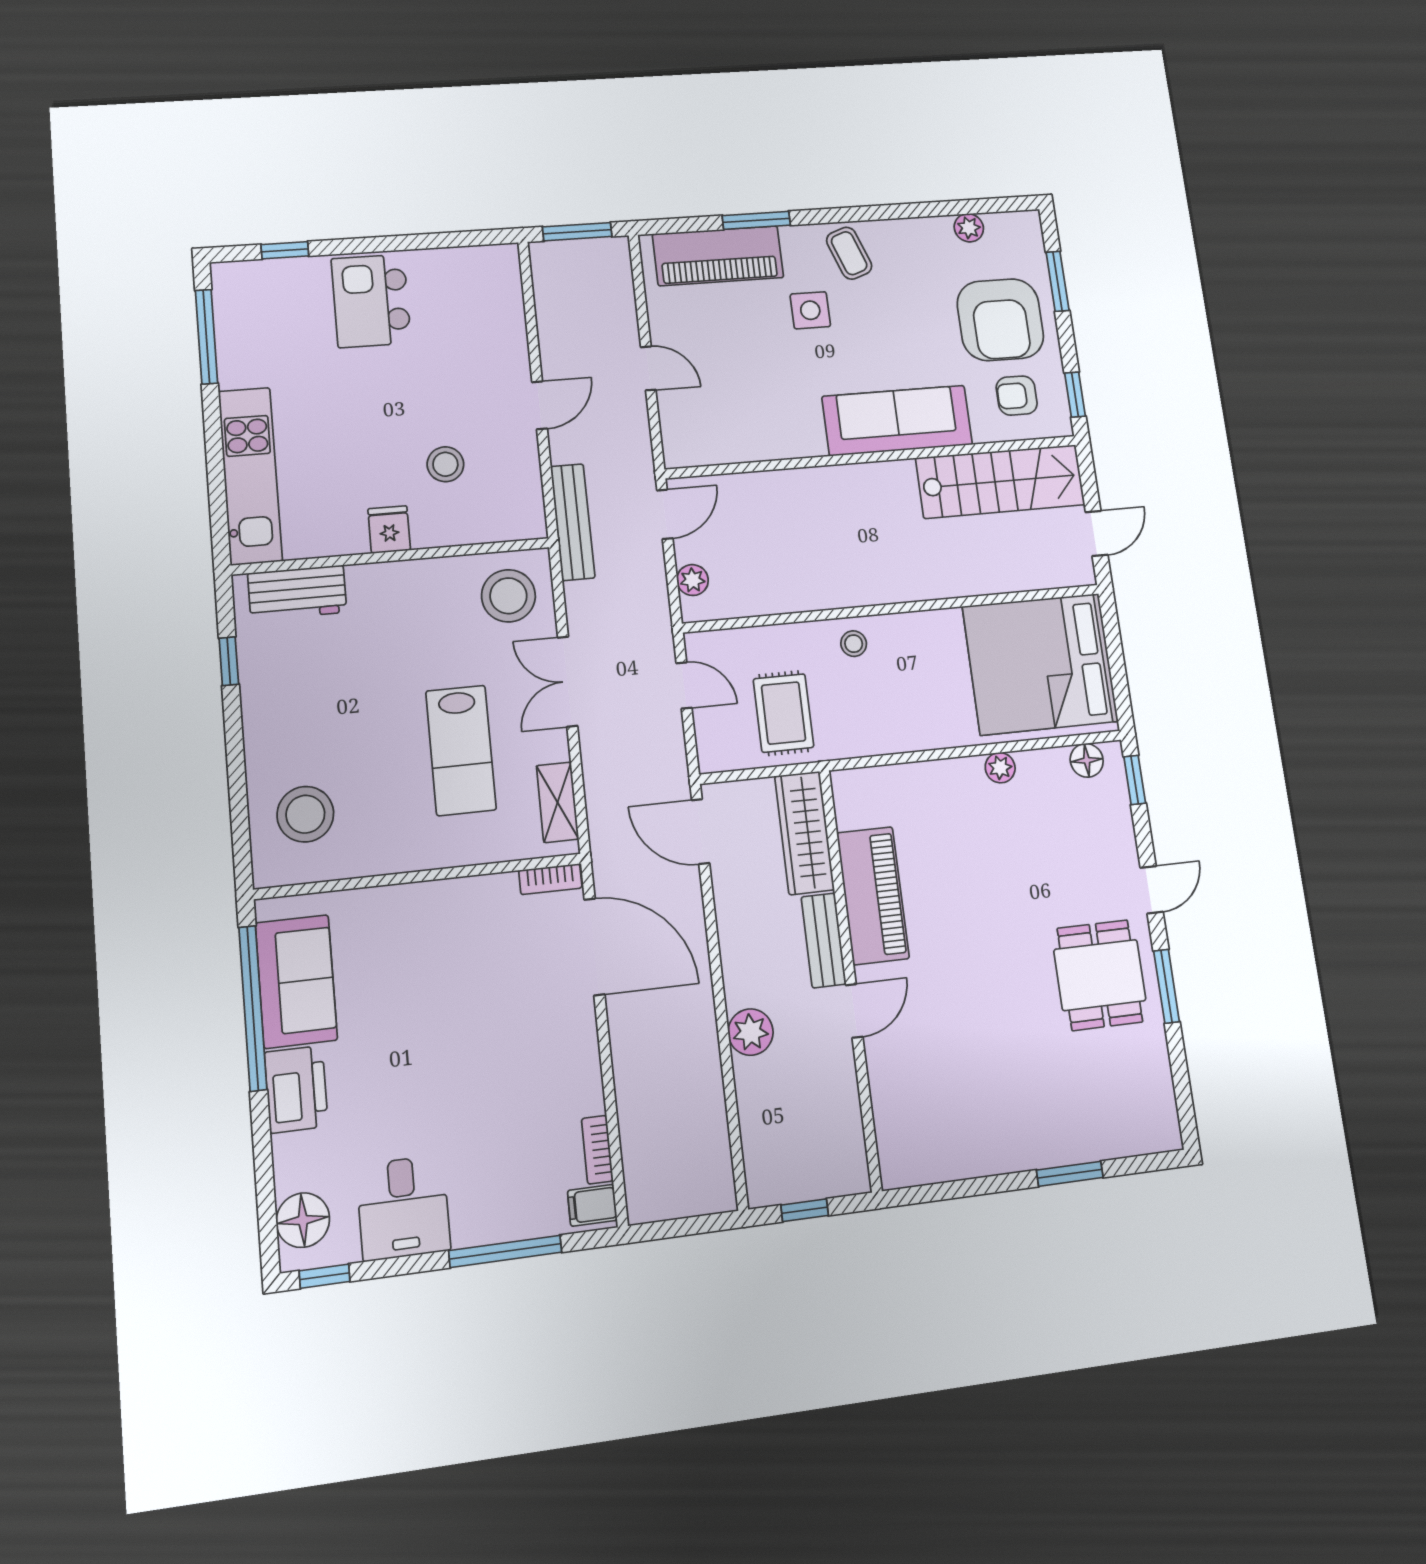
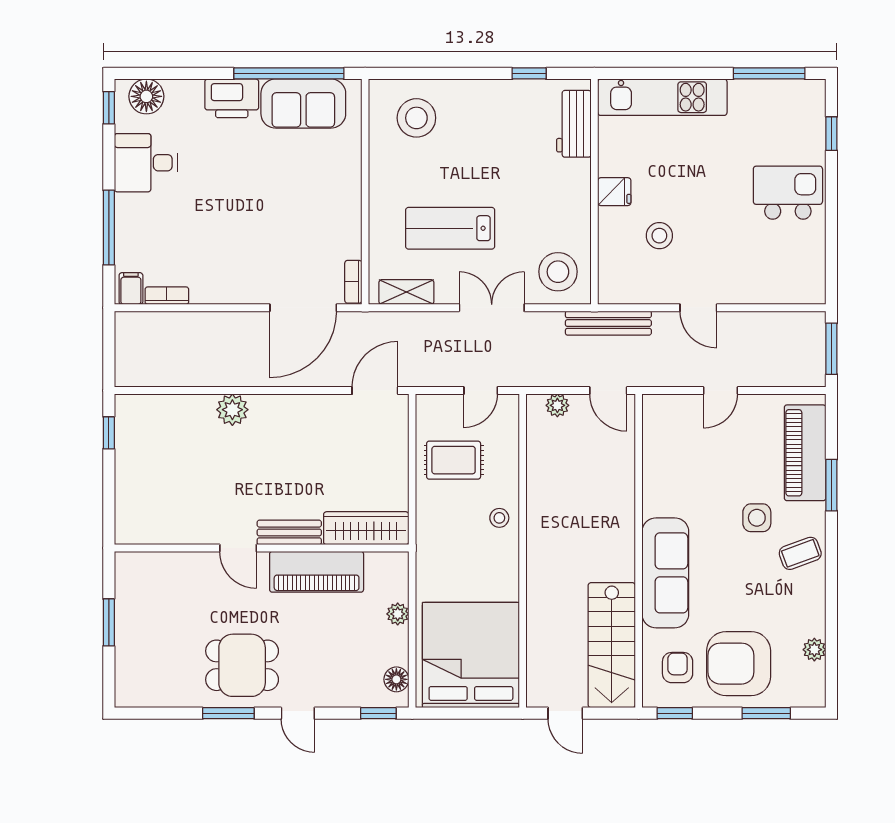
wardrobe: (804, 833) -> (366, 528), moved
piano: (873, 895) -> (317, 572), moved
bench: (824, 940) -> (289, 532), moved
wall: (850, 977) -> (262, 548), moved
door: (854, 1011) -> (238, 548), moved

